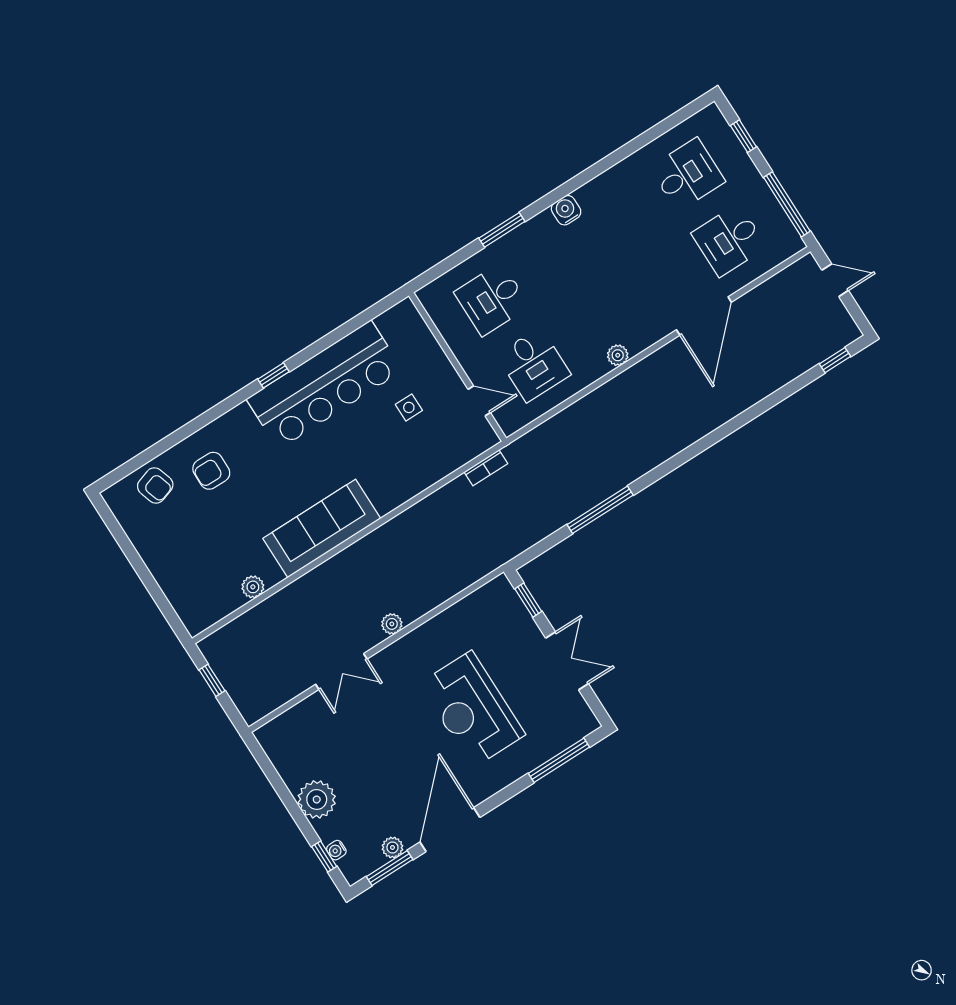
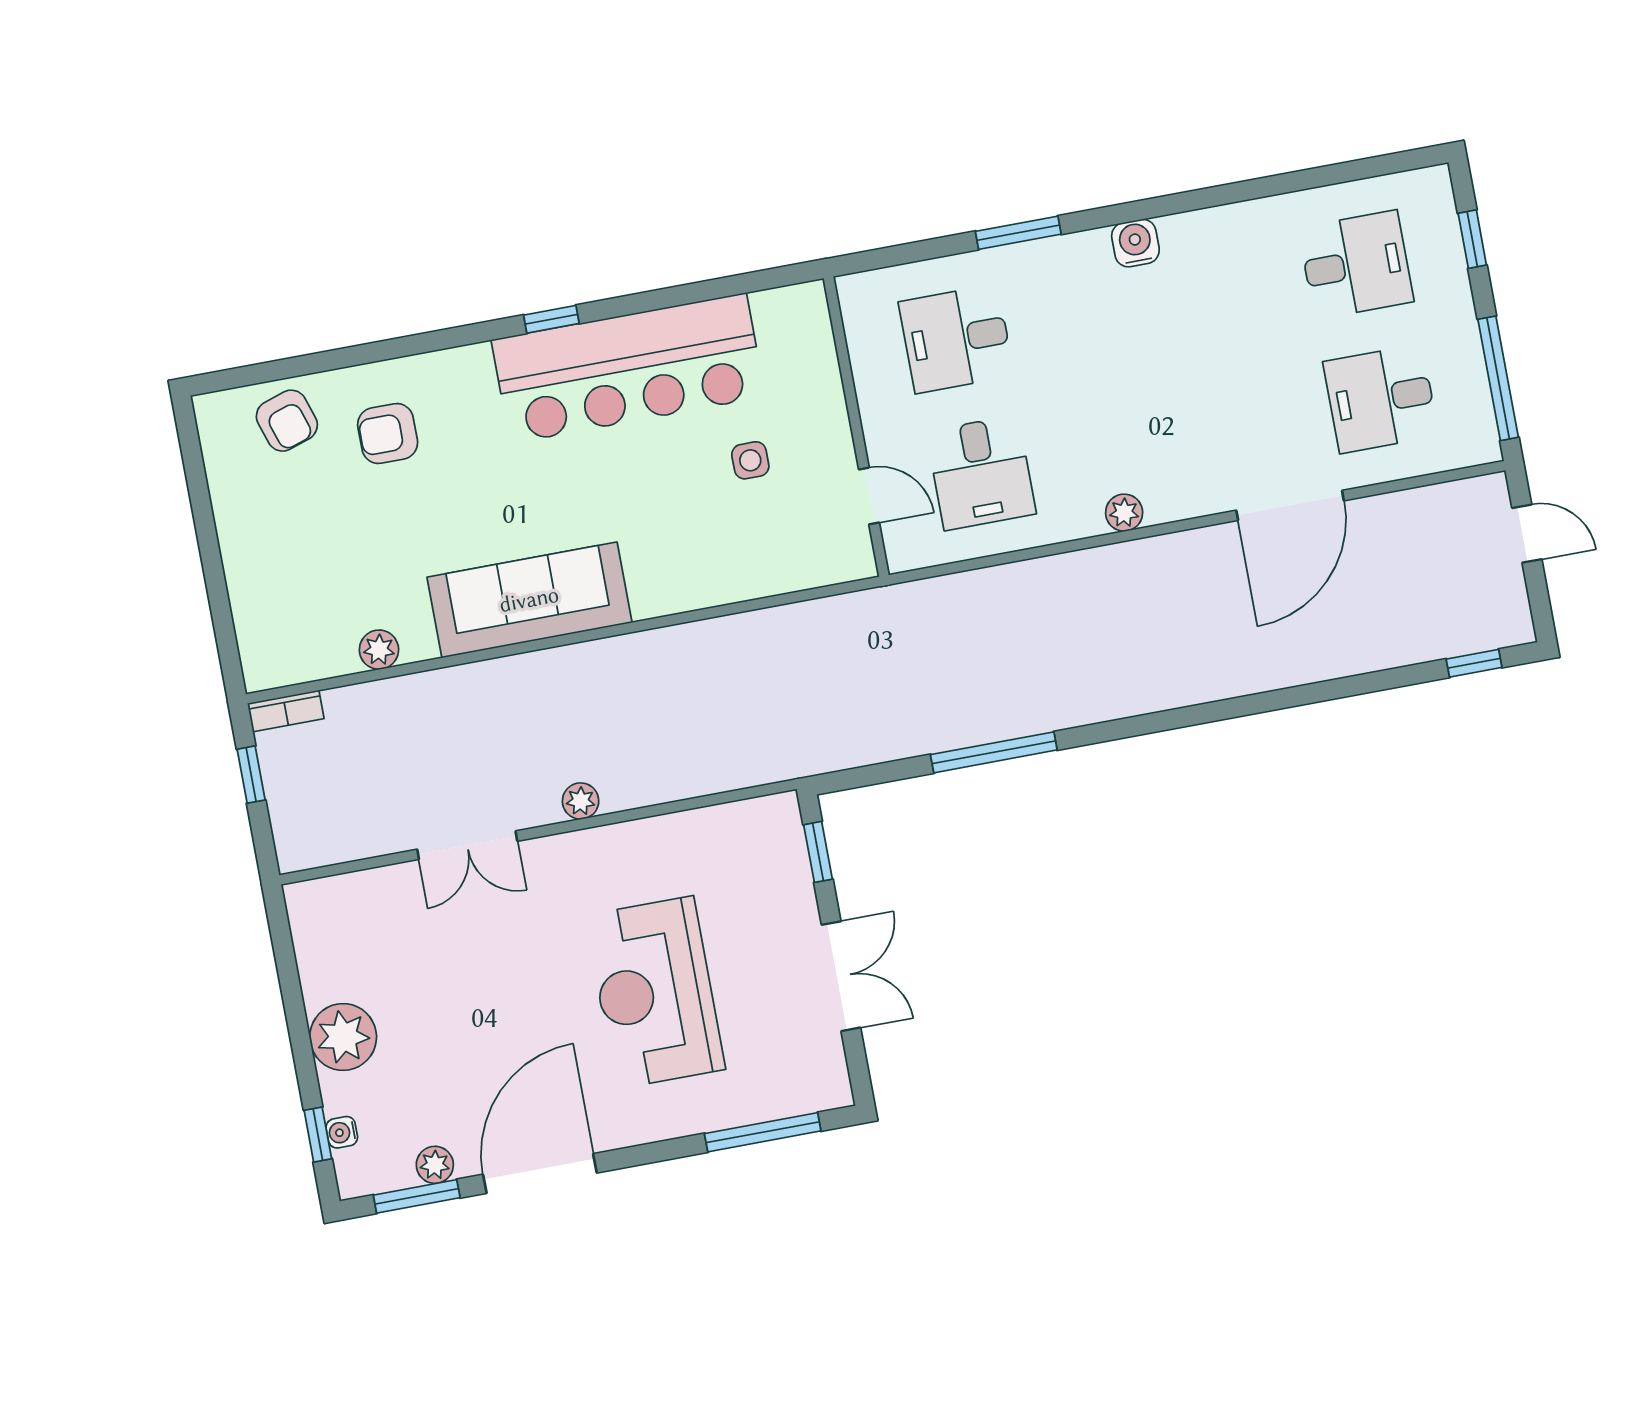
bookcase: (486, 468) -> (286, 711), moved

